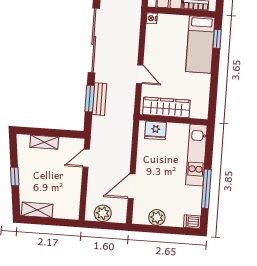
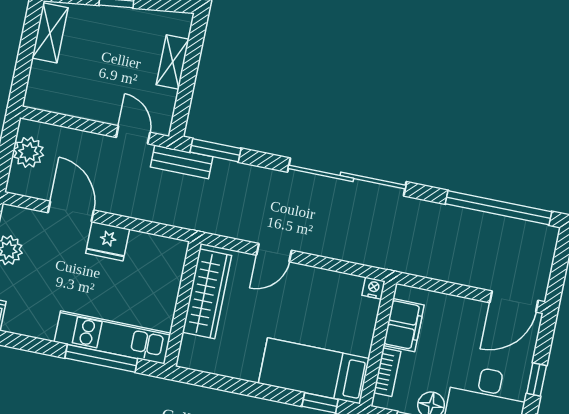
window: (90, 99) -> (216, 150), moved
bench: (99, 99) -> (182, 162), moved
fridge: (156, 130) -> (108, 241), moved, turned -90
window: (206, 189) -> (101, 358), moved

